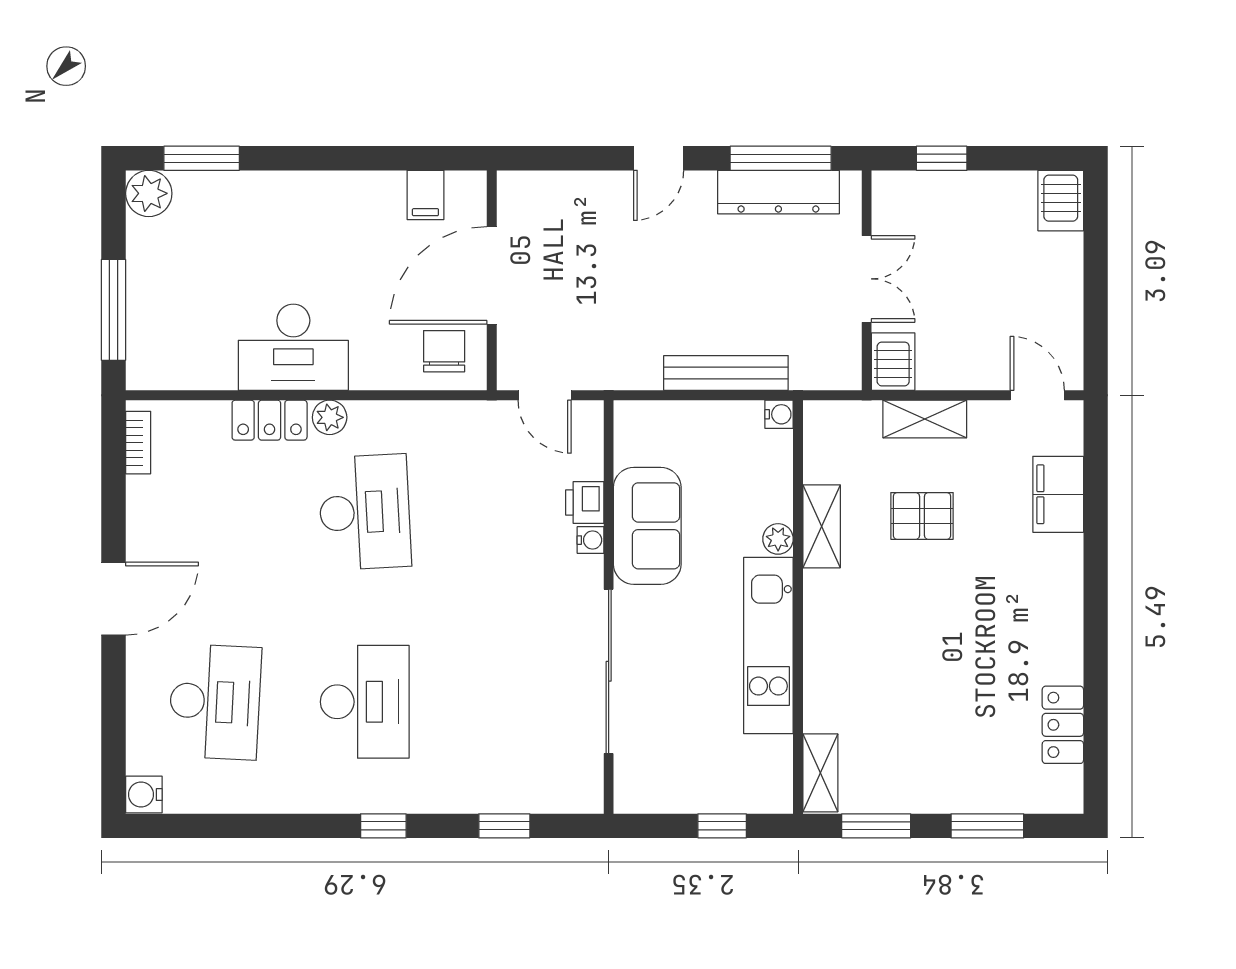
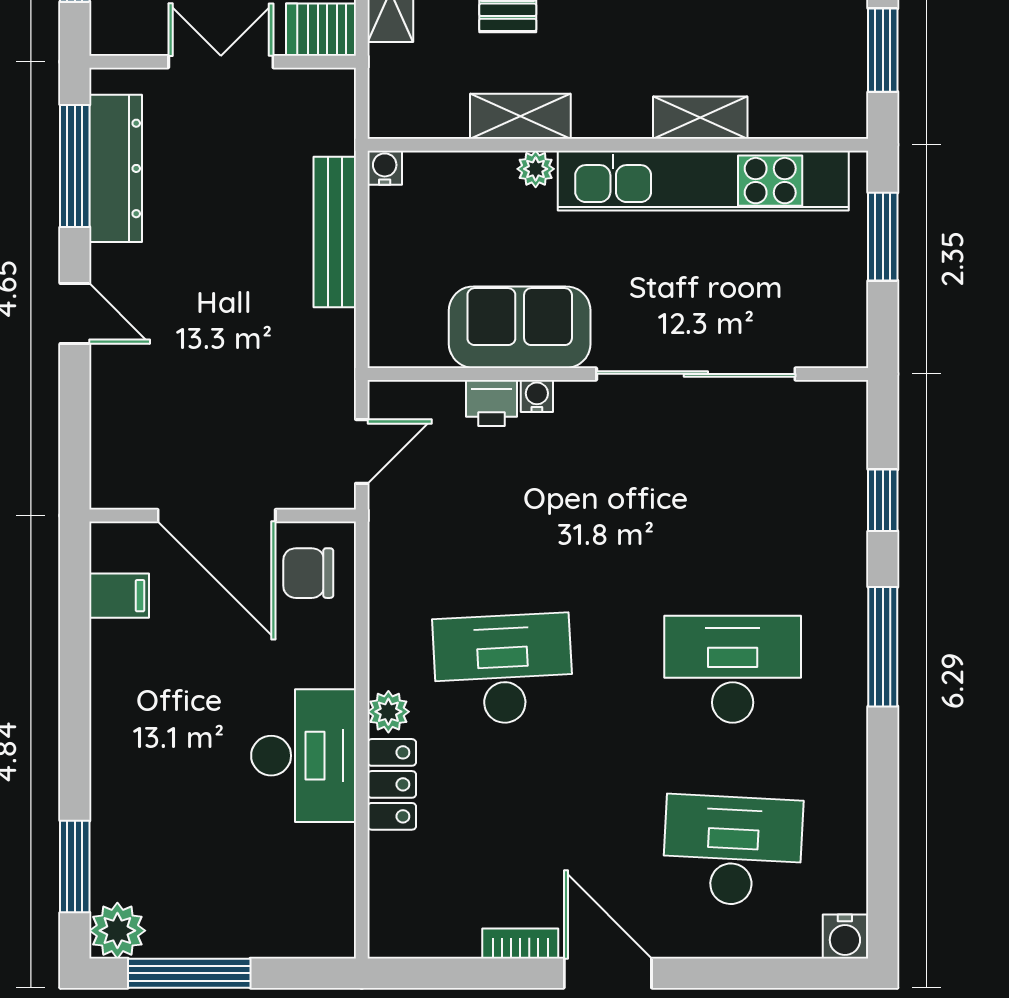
window: (114, 310) -> (189, 973), moved
bookcase: (138, 443) -> (520, 943), moved
kitchen unit: (768, 646) -> (703, 181), width x1.36
shelving: (820, 773) -> (700, 118), moved
window: (383, 826) -> (883, 647), width x2.17
window: (722, 826) -> (883, 237), width x1.50

